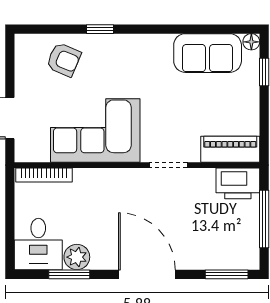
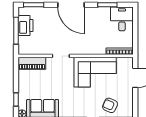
printer: (238, 183) -> (25, 26), moved, turned 90
plant: (77, 257) -> (104, 13), removed

